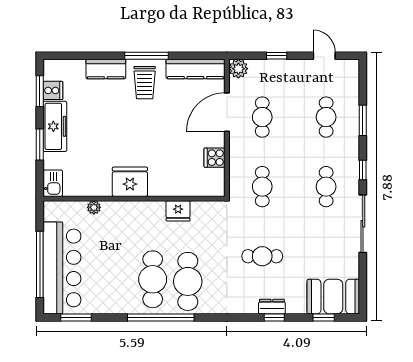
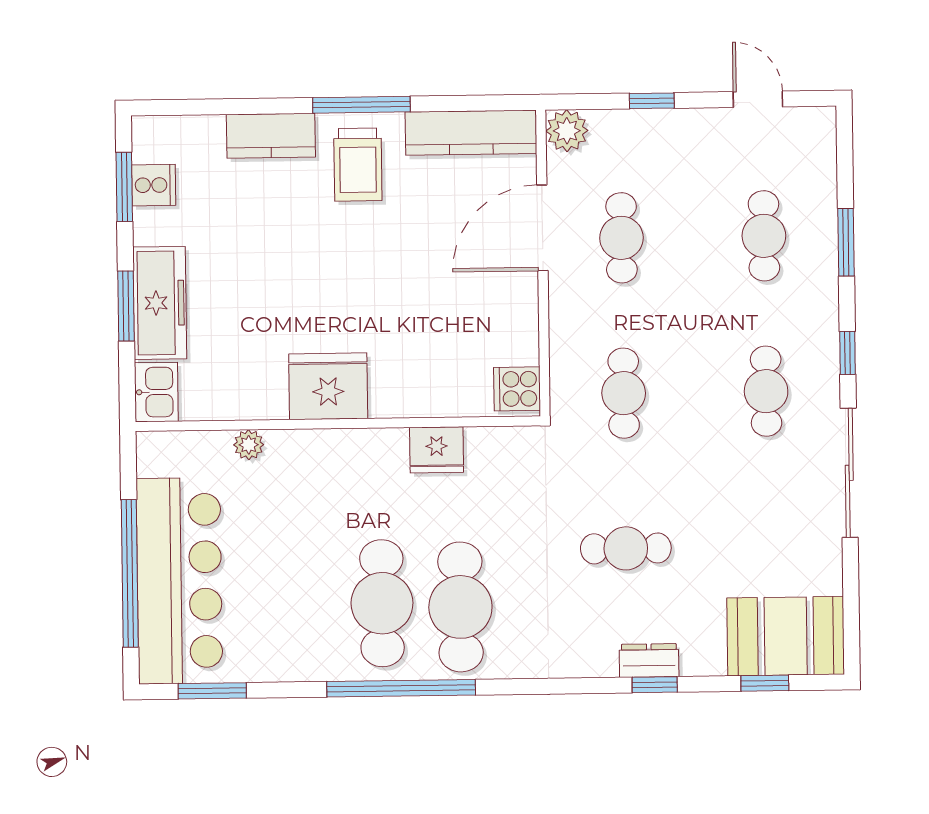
freezer: (55, 126) -> (160, 303), moved
cooker: (214, 158) -> (517, 389), moved

